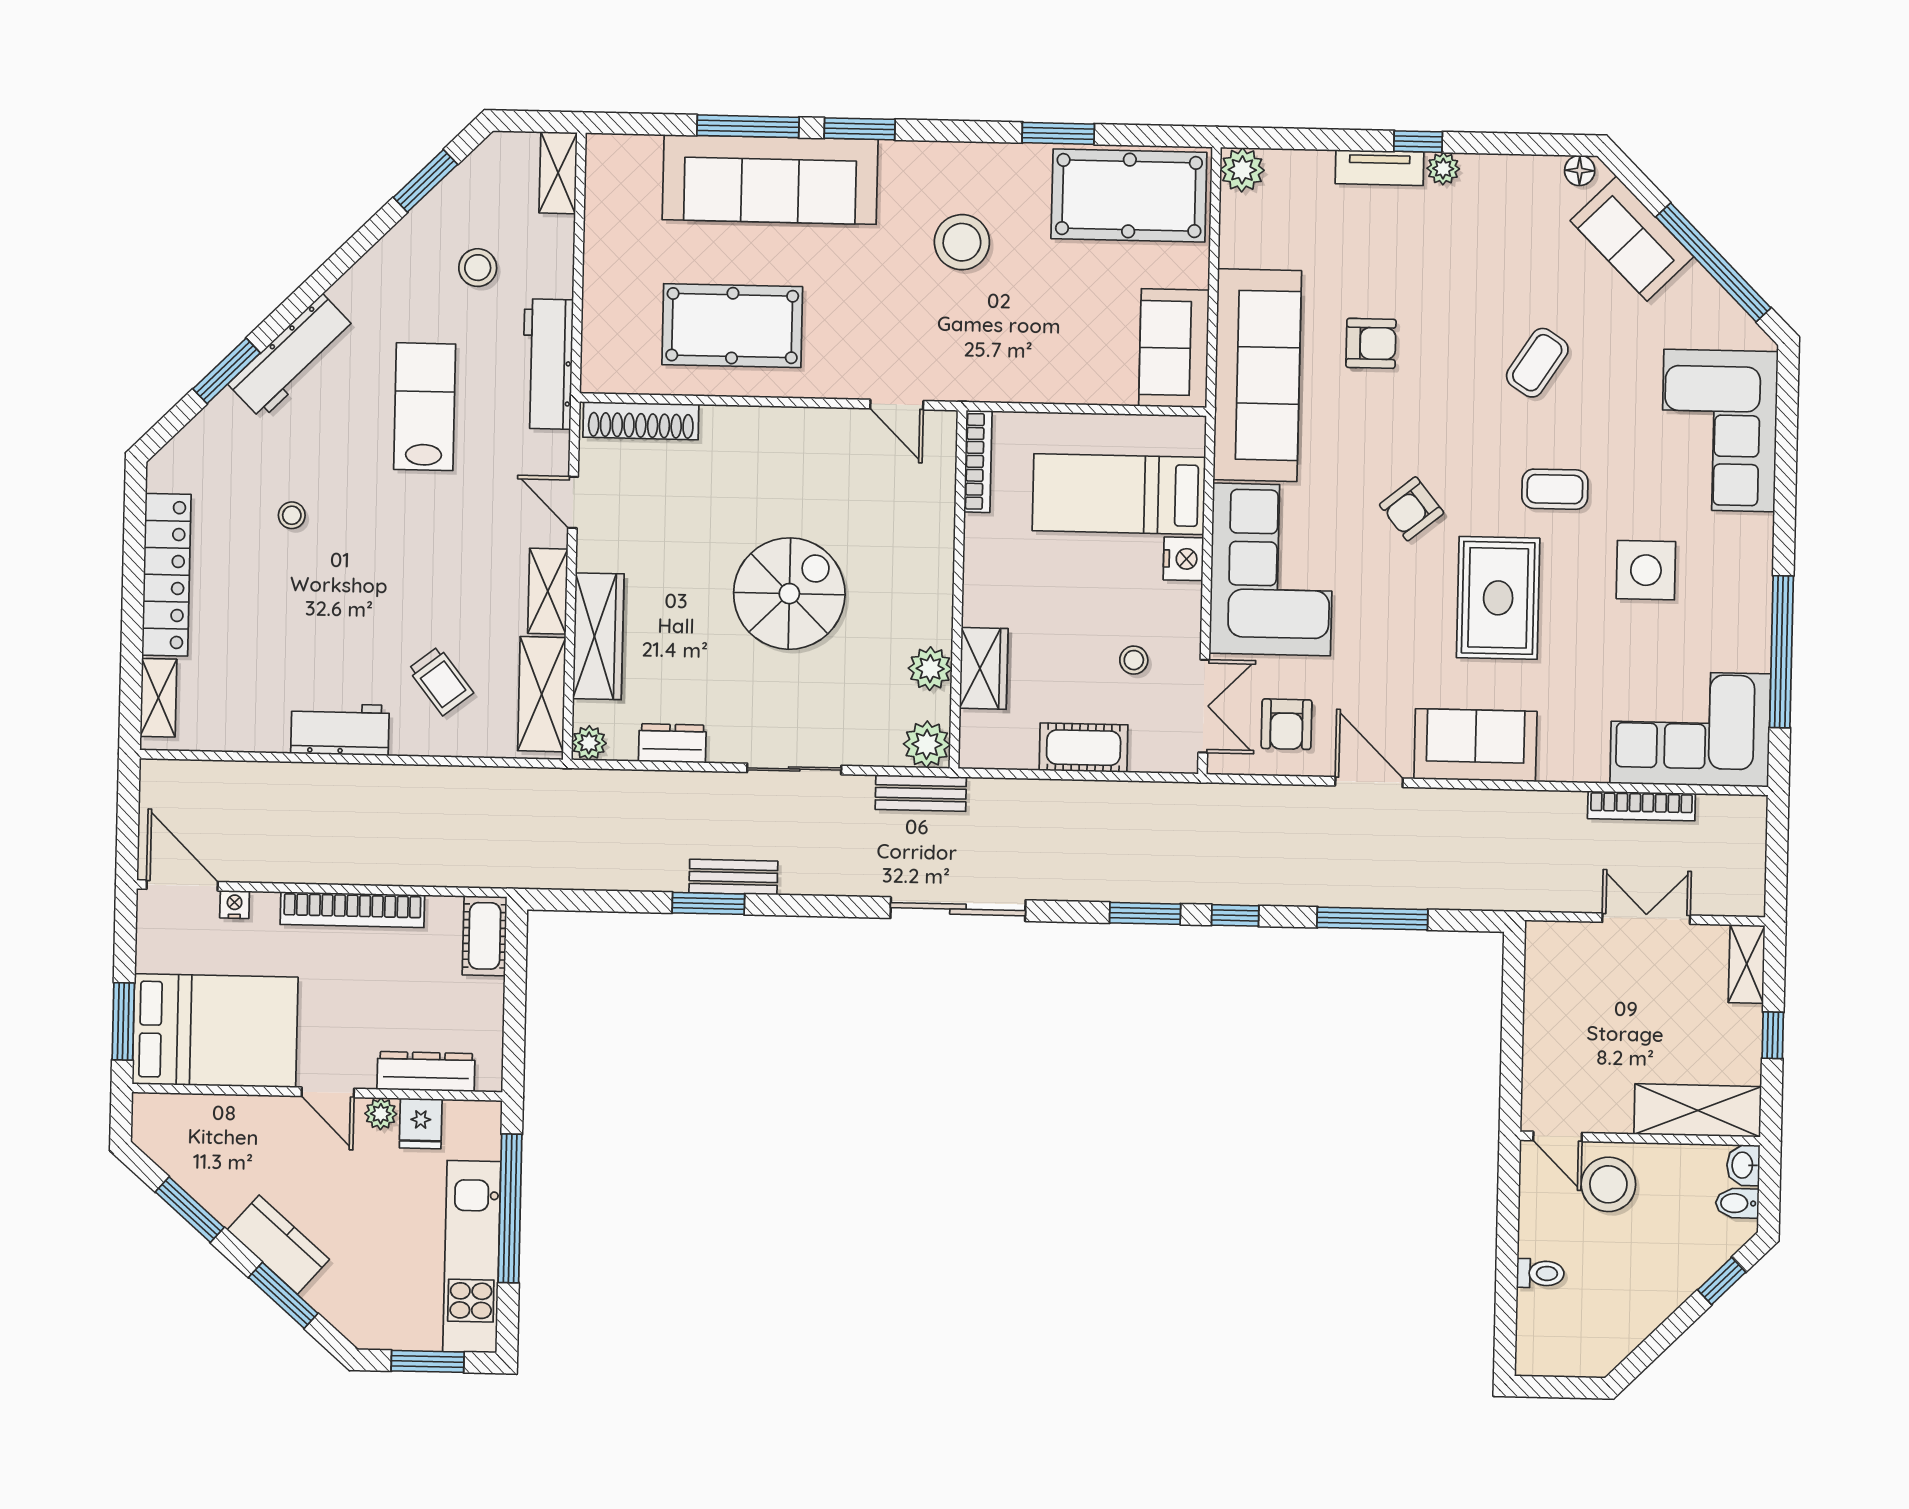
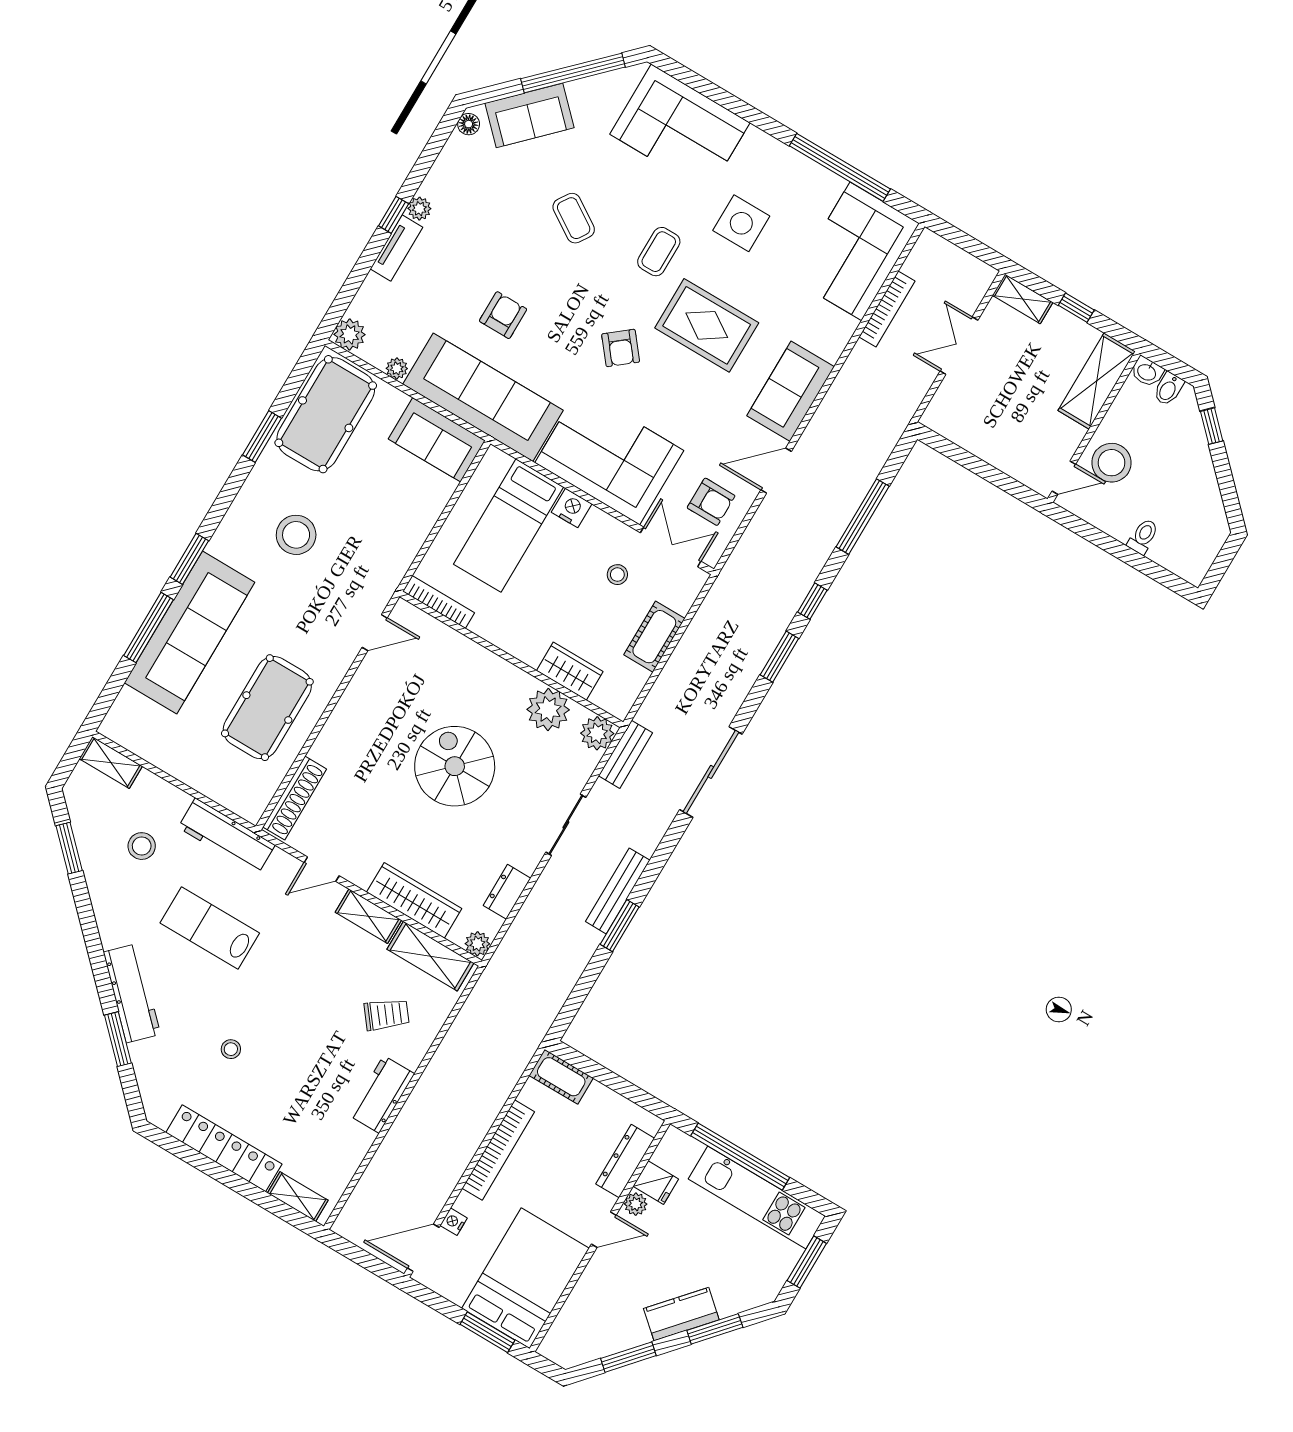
plant: (1233, 251) -> (397, 368), added
plant: (930, 669) -> (548, 710), width x1.36, depth x1.36
bench: (733, 877) -> (618, 891), width x1.36

